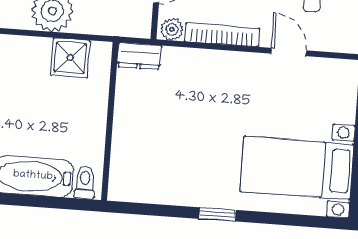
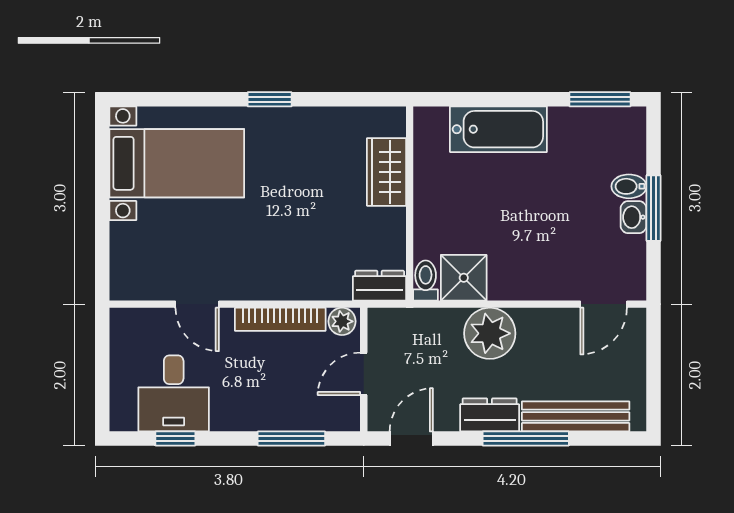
wardrobe: (127, 148) -> (387, 172), added
toilet: (85, 182) -> (426, 281), moved, turned 180

